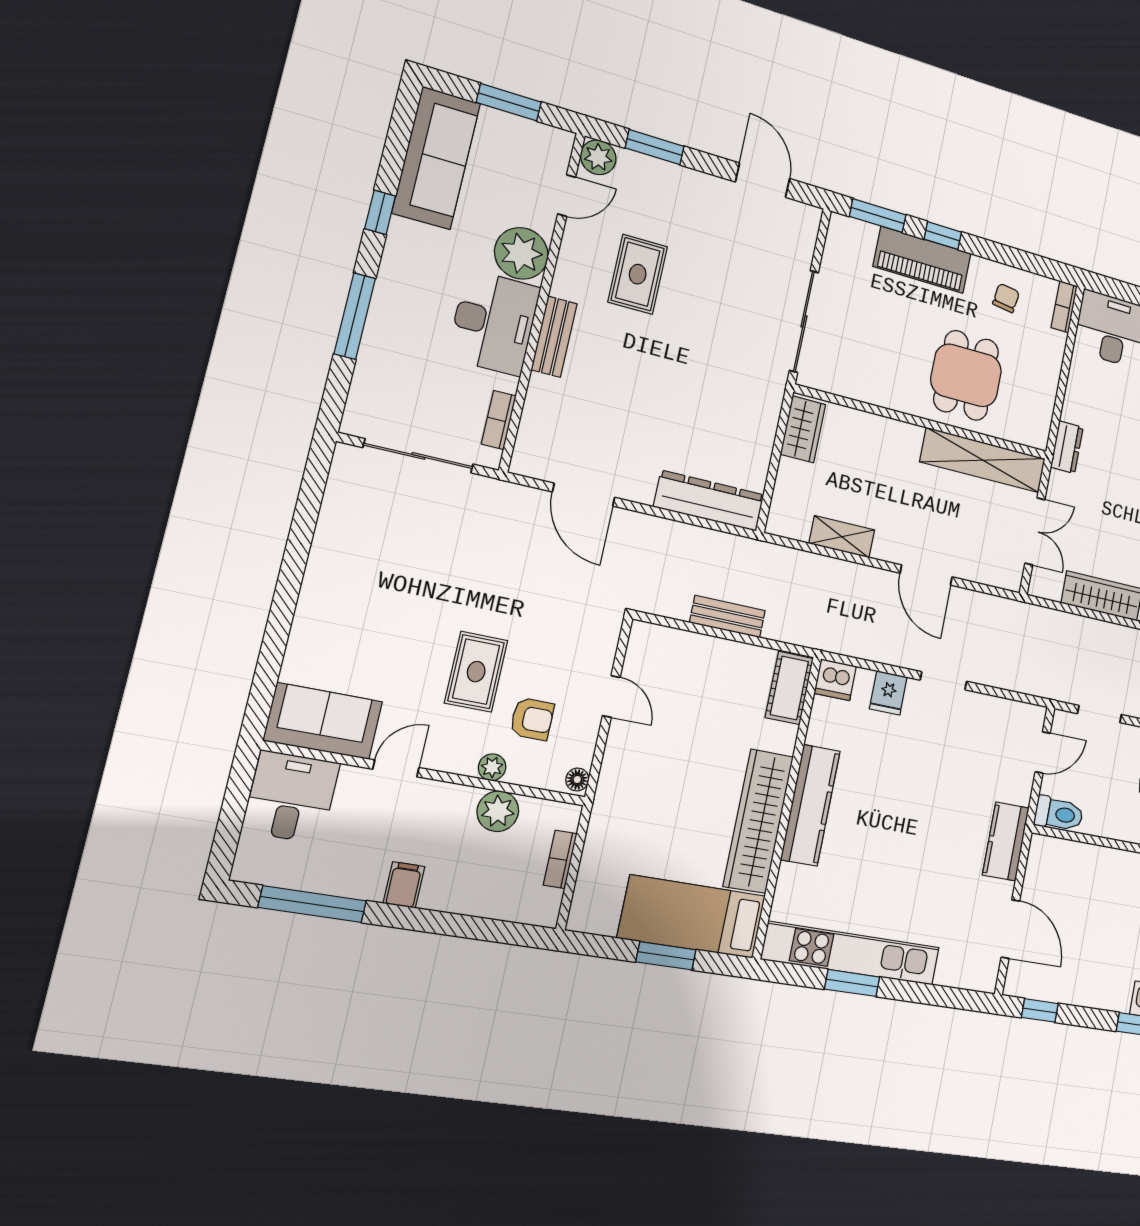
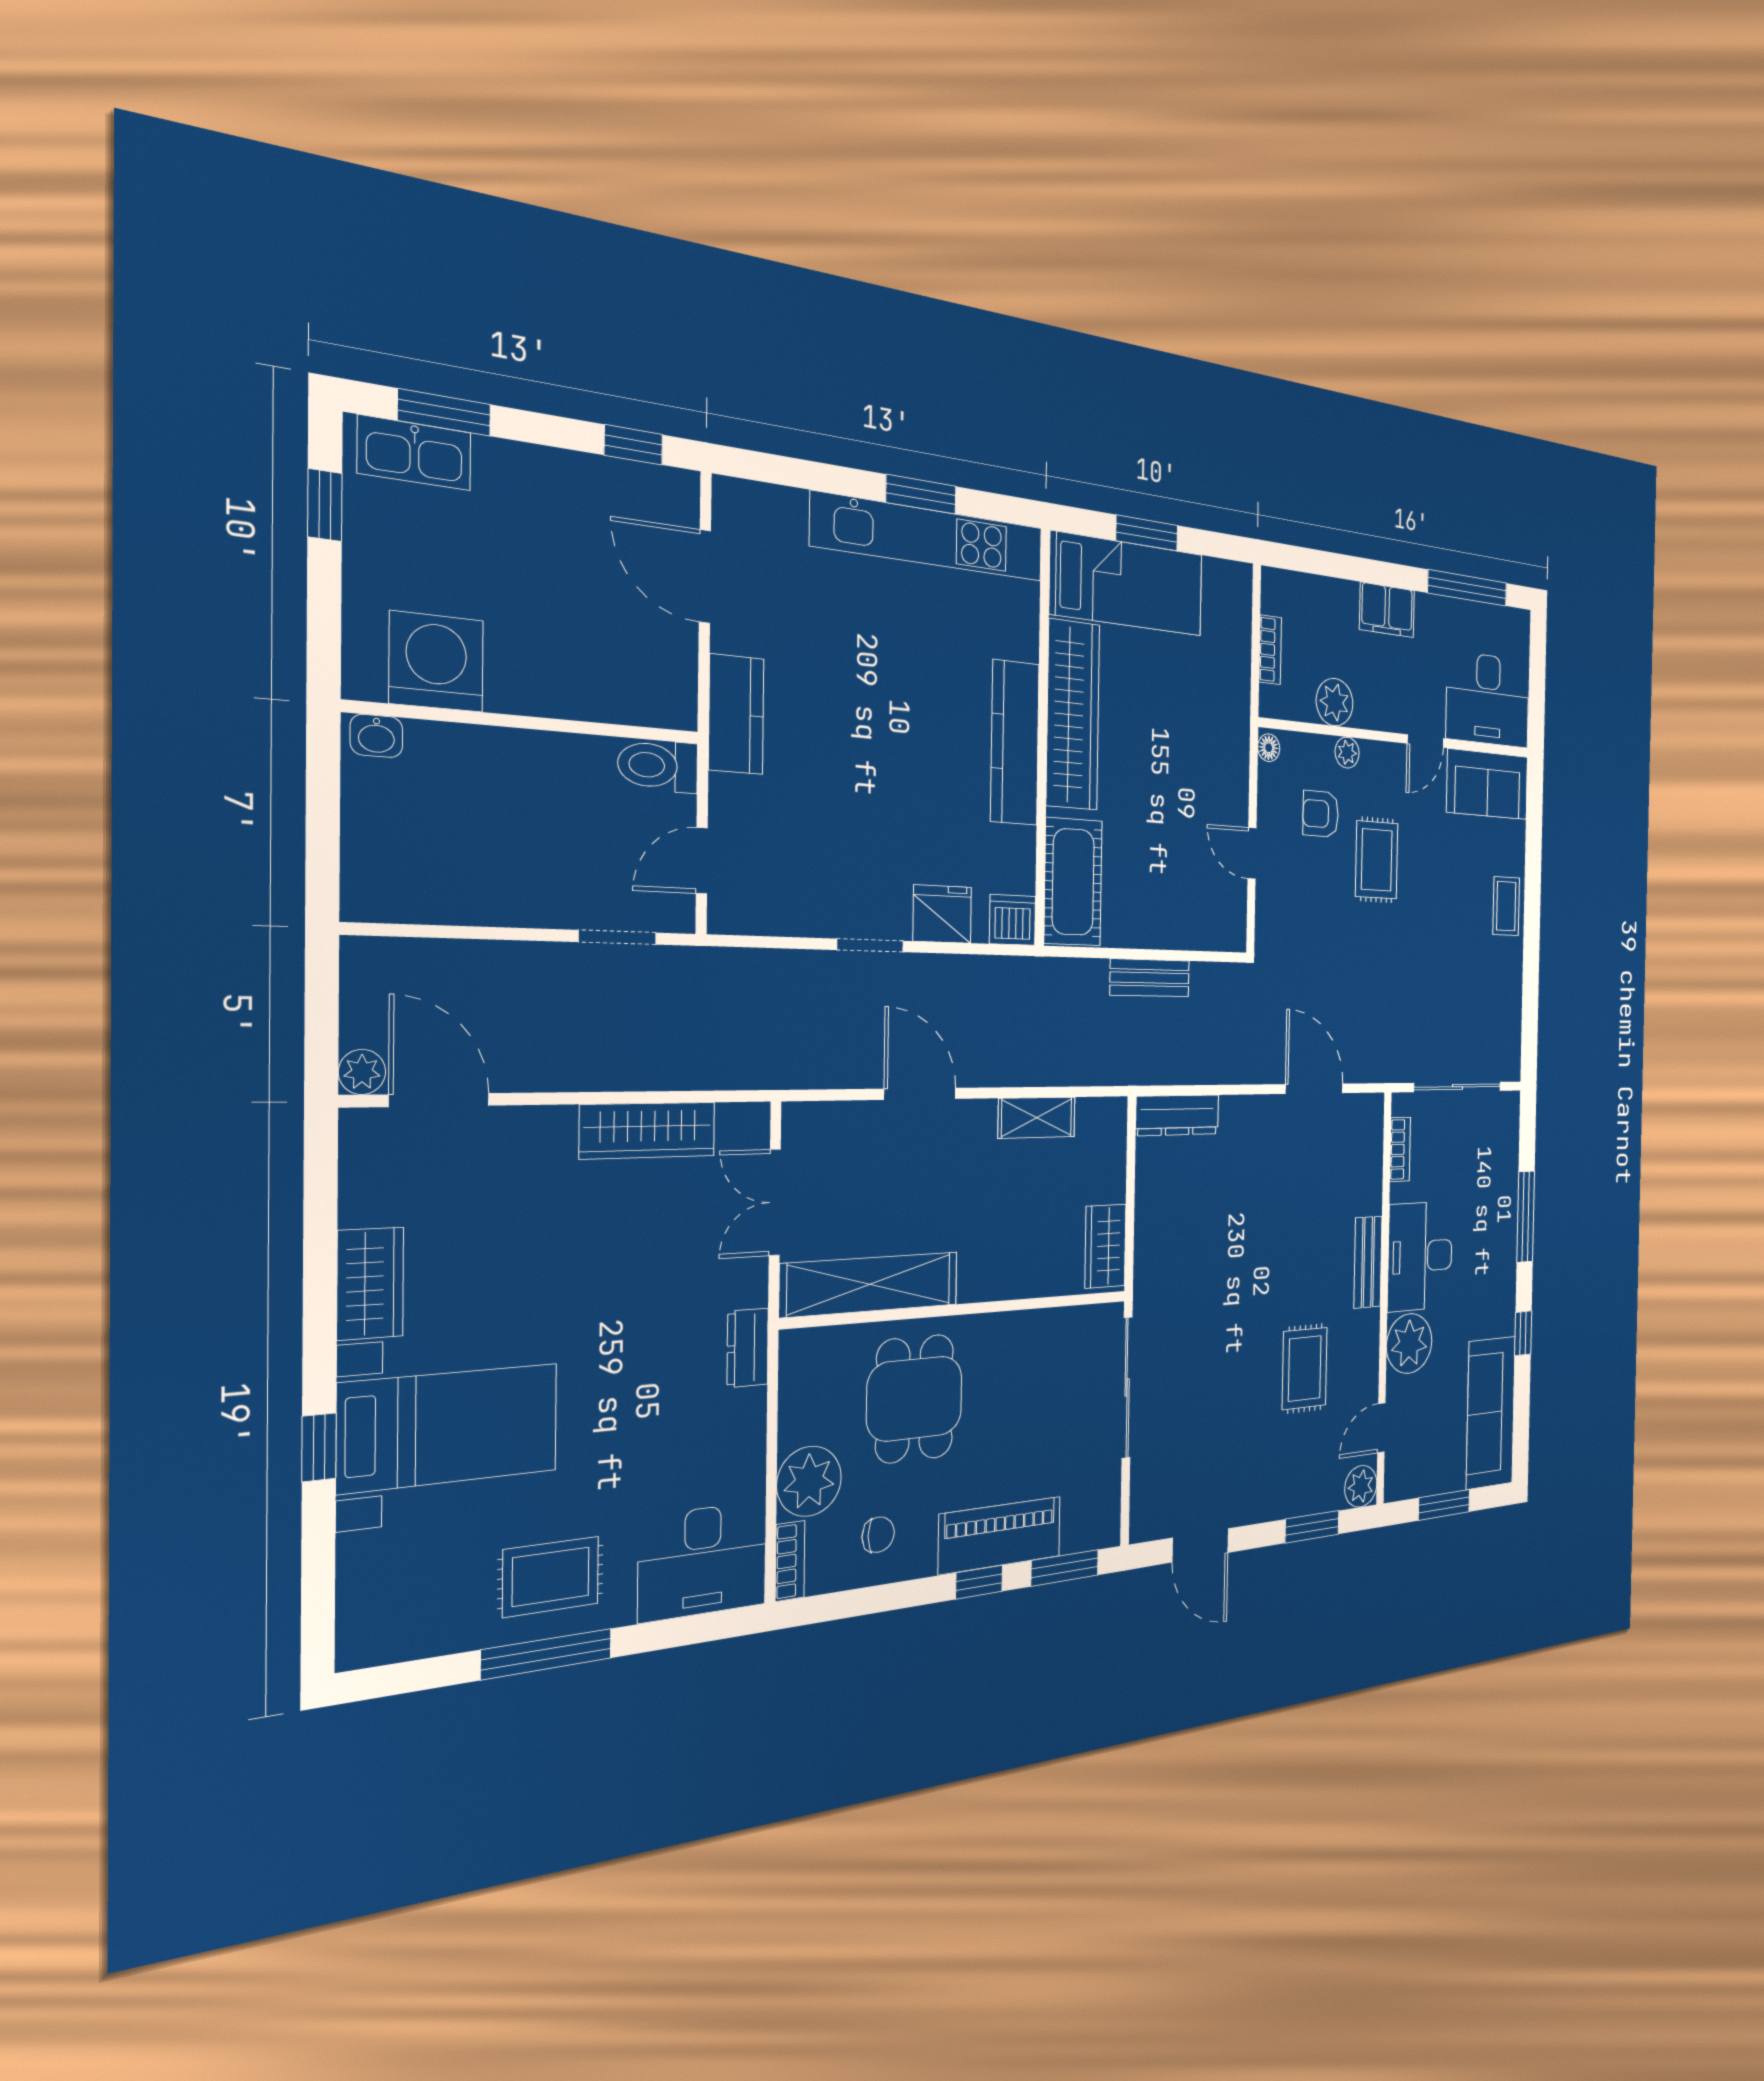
chair: (1006, 298) -> (878, 1535), turned -98
plant: (1044, 351) -> (809, 1481), added
dresser: (709, 501) -> (1177, 1115), width x0.73, depth x0.80
coffee table: (321, 606) -> (1506, 906), added
cot: (789, 688) -> (1073, 882), width x1.37, depth x1.34
fridge: (888, 693) -> (942, 914), width x1.38
desk: (291, 797) -> (1488, 699), width x1.37
filing cabinet: (404, 885) -> (1387, 610), width x2.00

